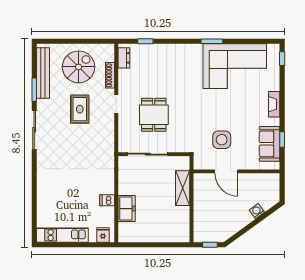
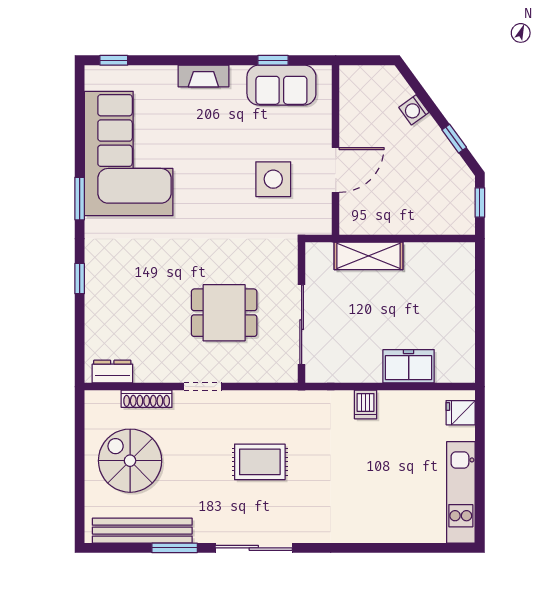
window: (145, 41) -> (80, 279), moved
rug: (80, 109) -> (260, 462), moved
dishwasher: (107, 200) -> (366, 405), moved
window: (242, 232) -> (454, 139), added

